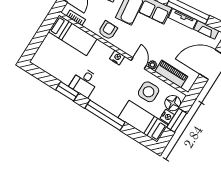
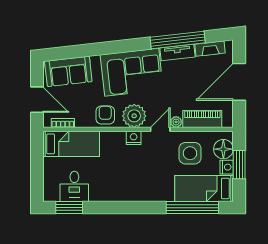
plant: (127, 43) -> (134, 116), added
door: (139, 63) -> (160, 129), hinge flipped
desk: (84, 82) -> (74, 186), moved
window: (67, 91) -> (69, 208), moved
window: (105, 115) -> (192, 208), moved

